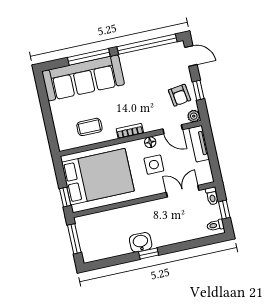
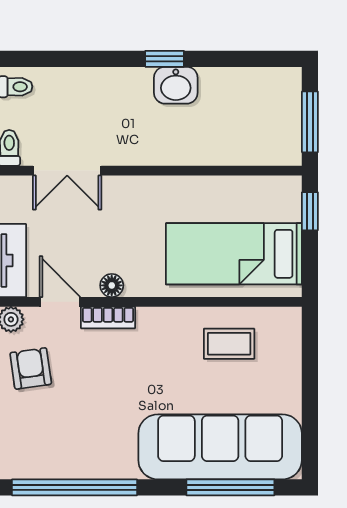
window: (89, 57) -> (230, 487), moved
bookcase: (130, 131) -> (108, 317), moved
side table: (154, 165) -> (114, 238), removed
bed: (98, 177) -> (234, 254), width x0.67

